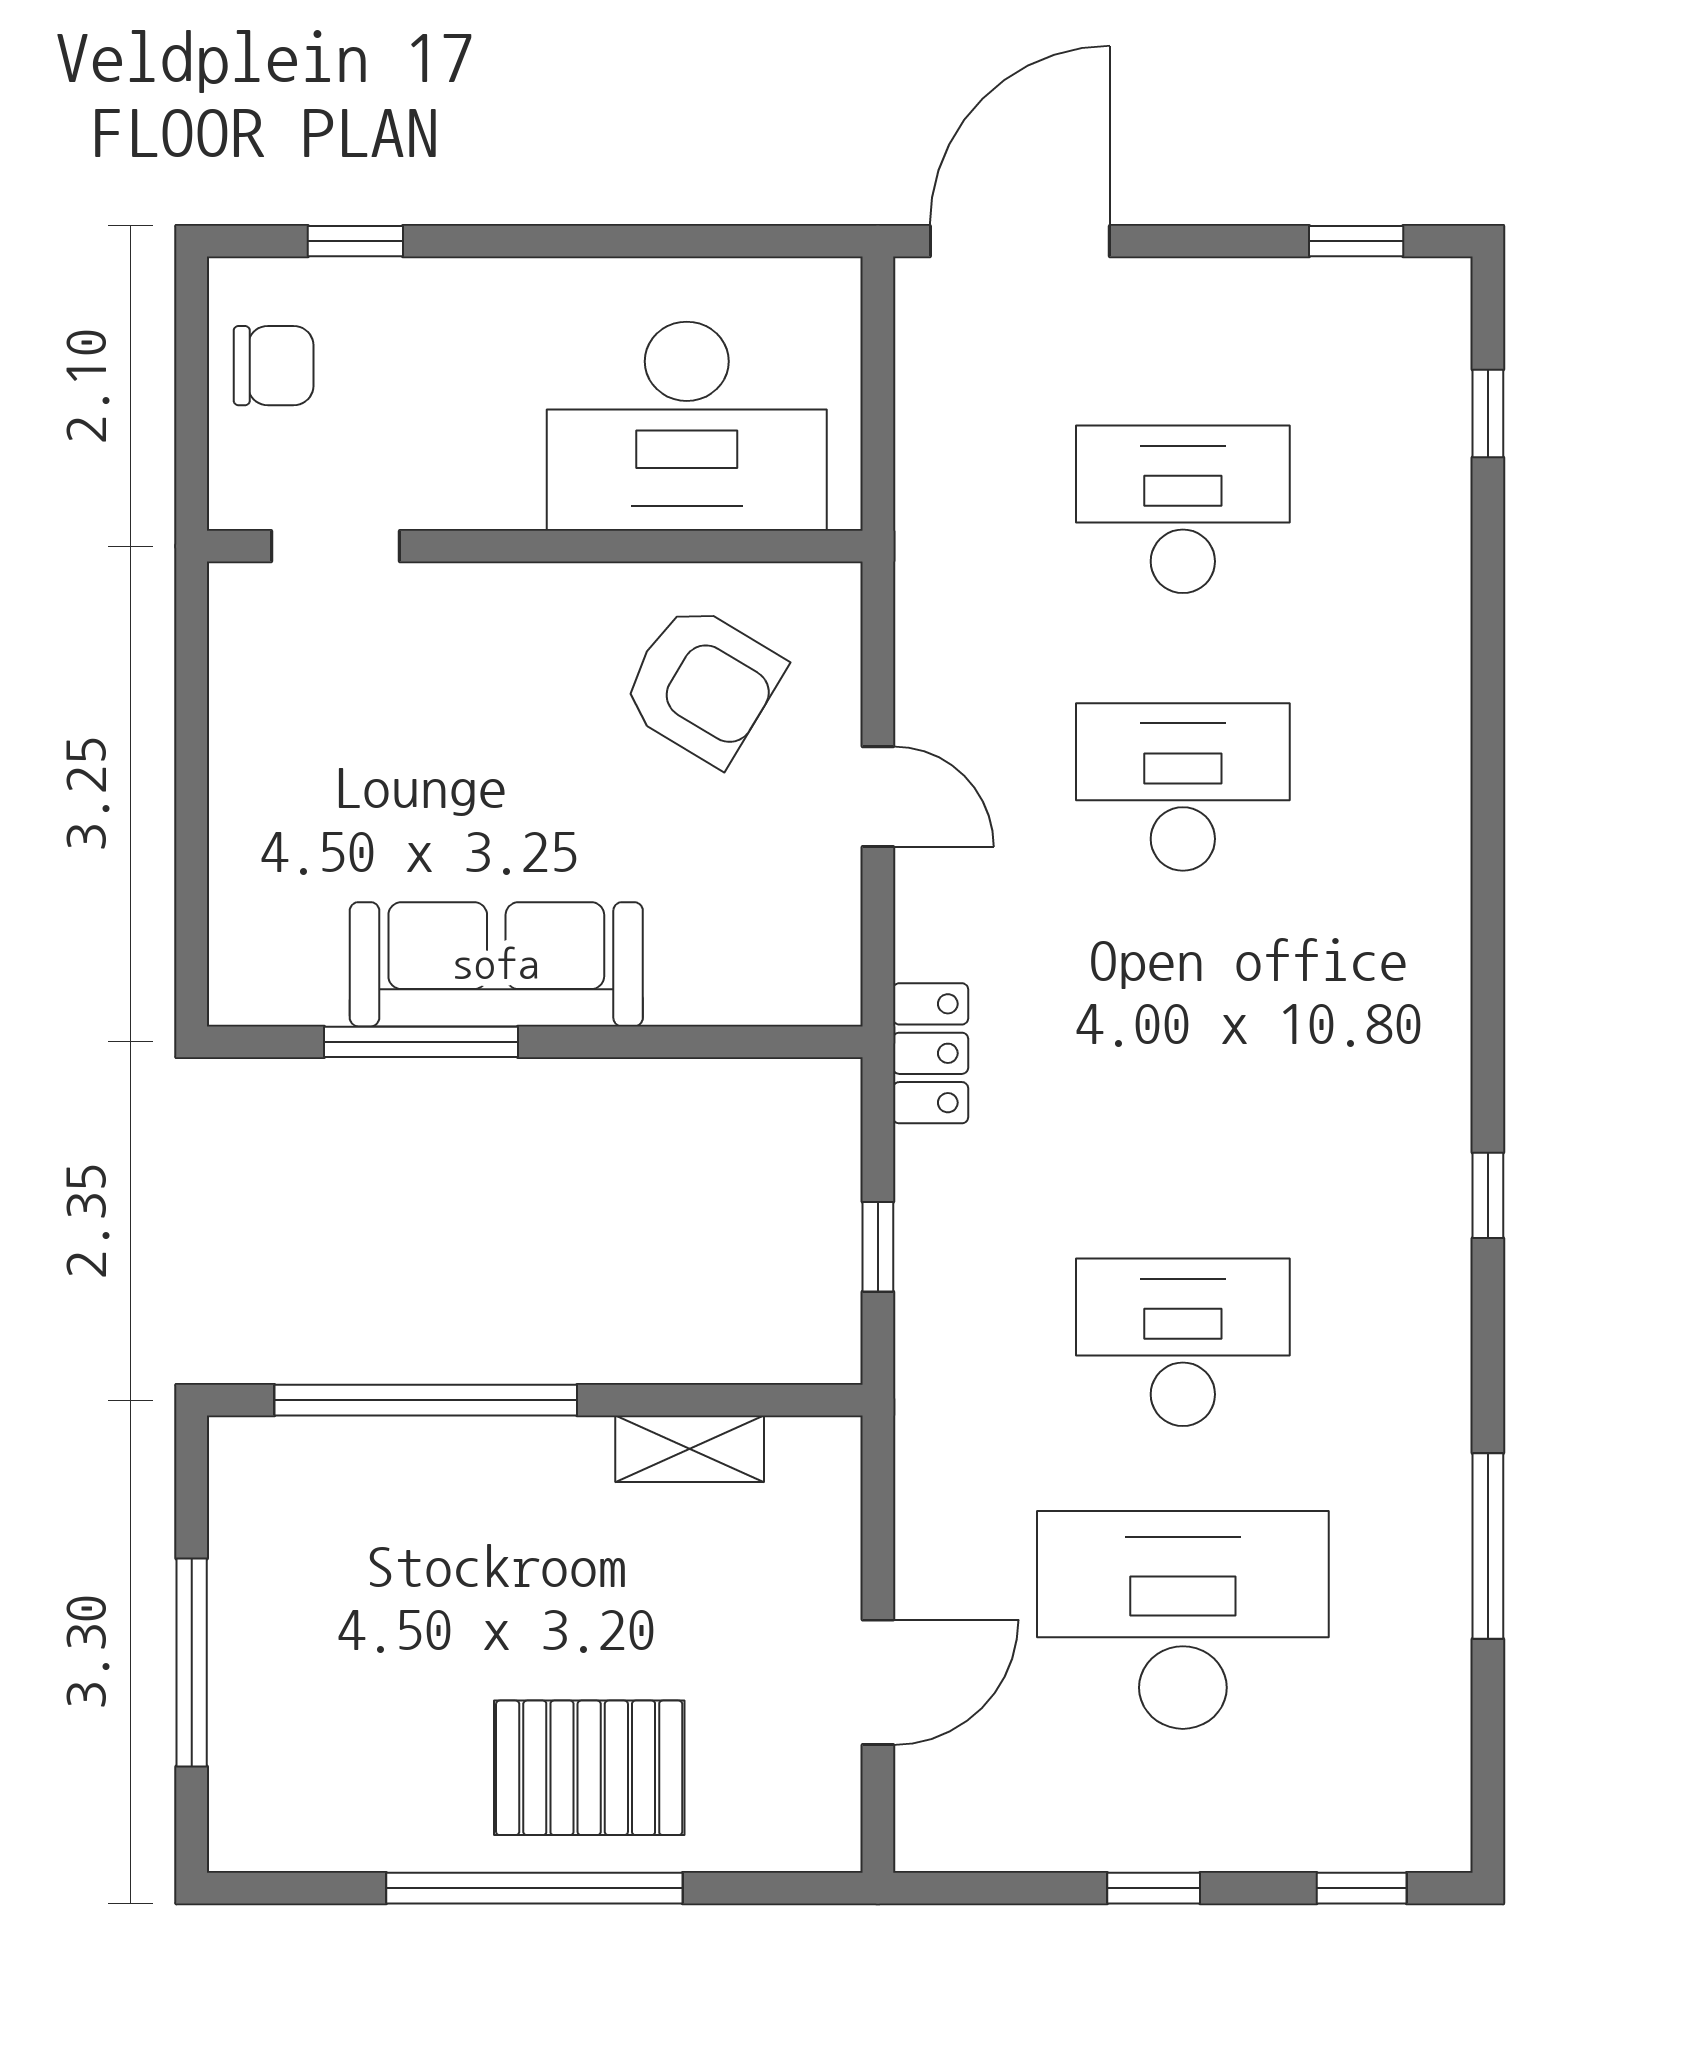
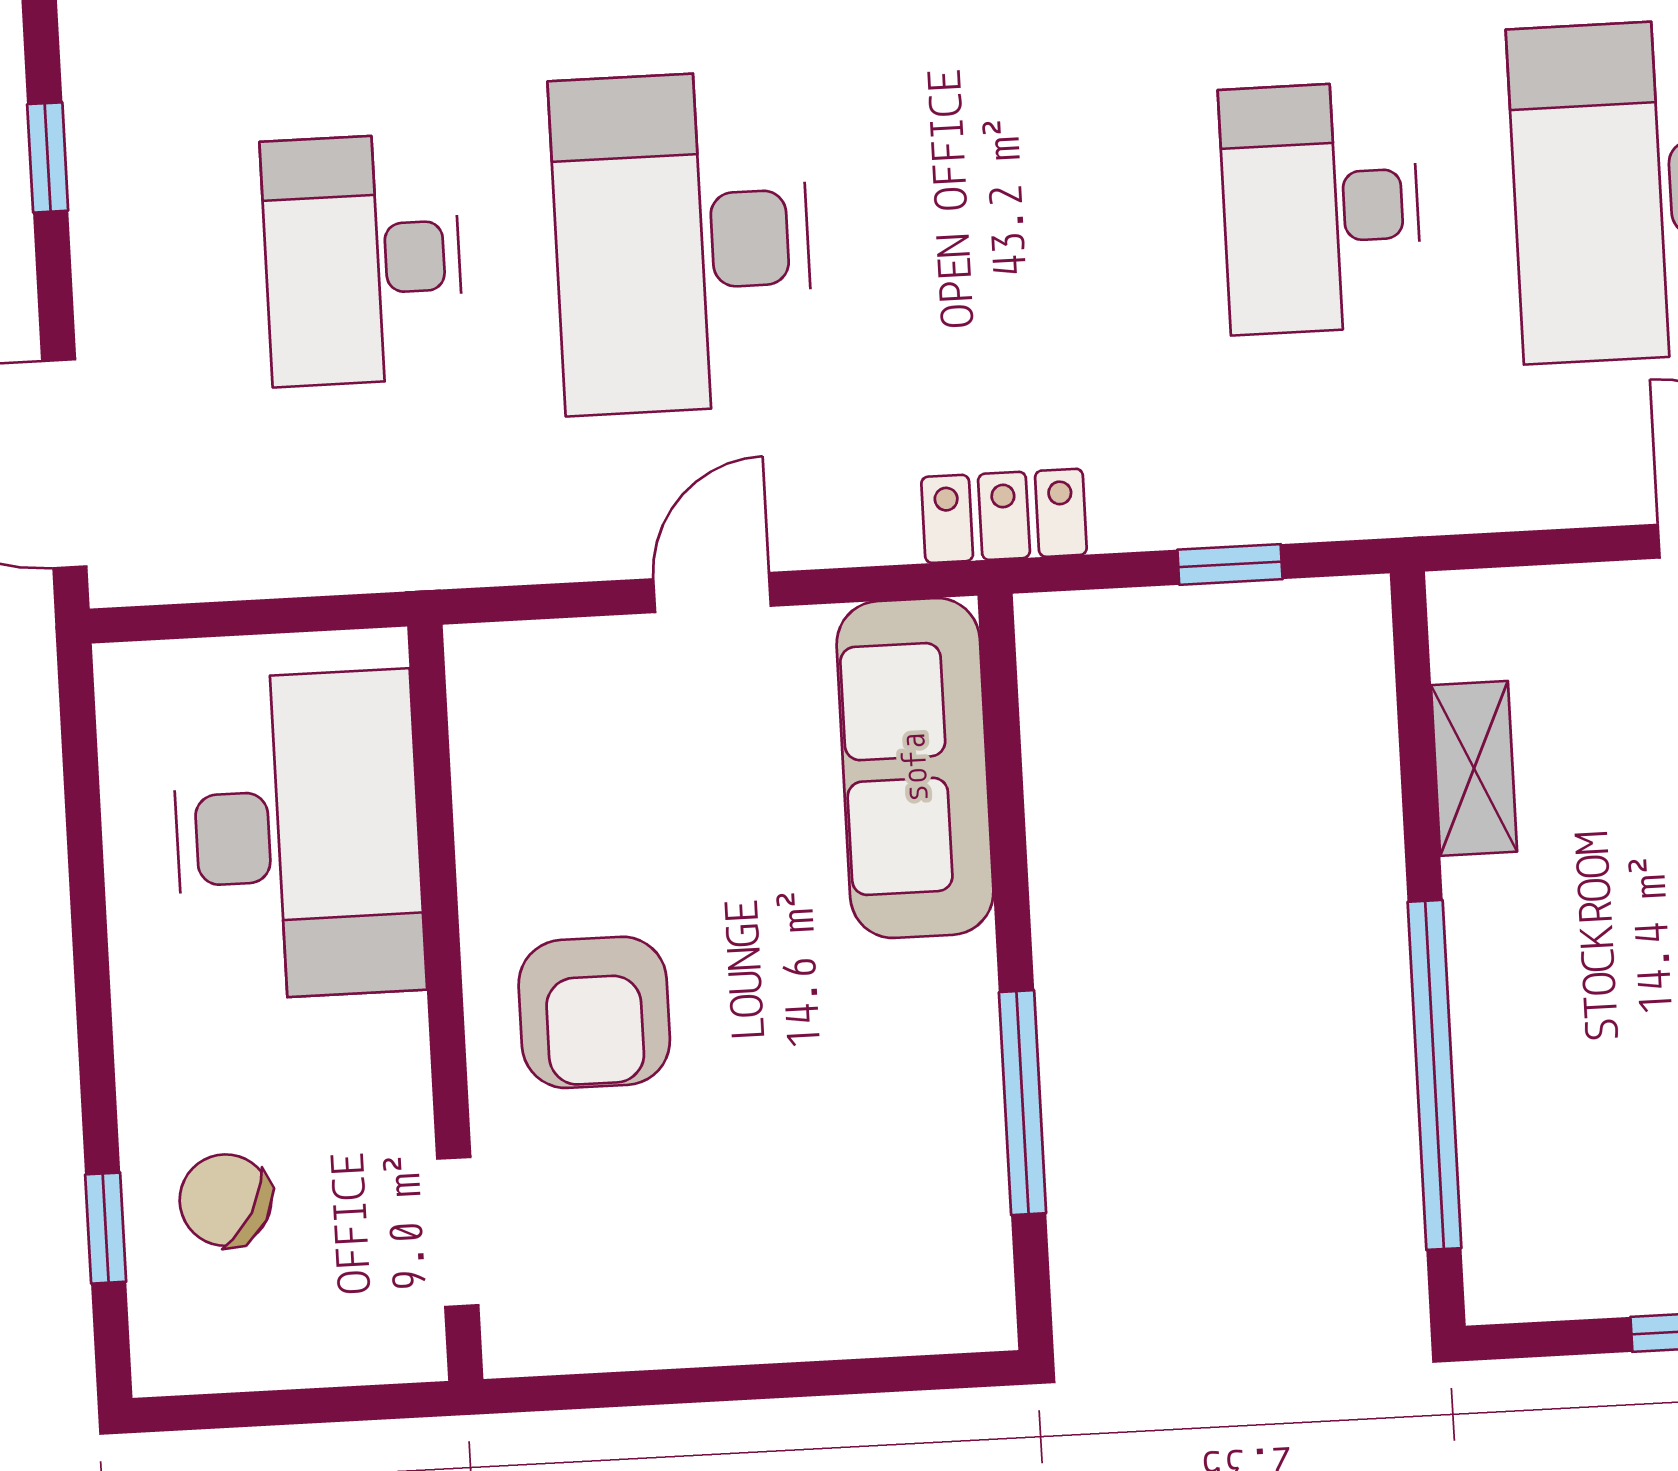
window: (1356, 241) -> (48, 157), moved
chair: (274, 366) -> (226, 1200), moved, turned -61
armchair: (702, 684) -> (594, 1012), moved, turned 149
desk: (1183, 787) -> (682, 242), width x1.36, depth x1.30
sofa: (496, 964) -> (915, 768), moved

